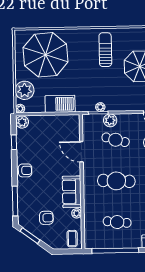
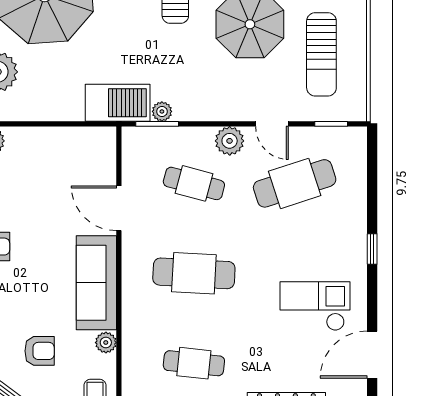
barbecue: (60, 104) -> (118, 103), moved
plant: (110, 120) -> (230, 141), moved
sofa: (72, 192) -> (96, 283), width x1.36

